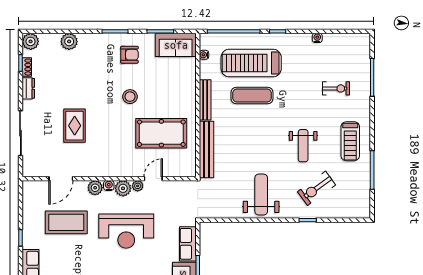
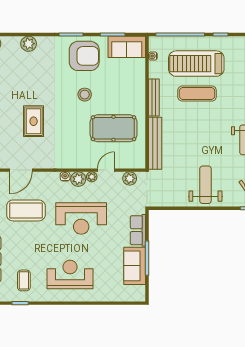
armchair: (129, 55) -> (84, 56), width x1.88, depth x1.88
plant: (95, 188) -> (130, 178), moved

